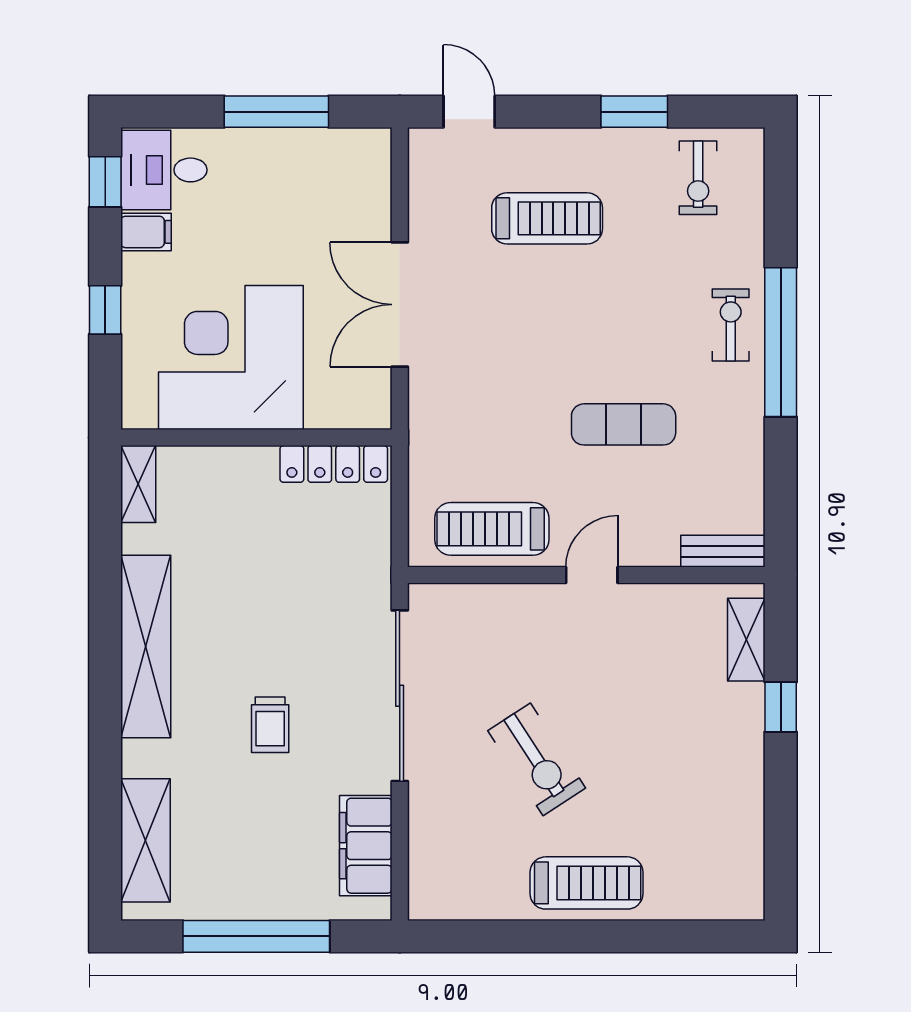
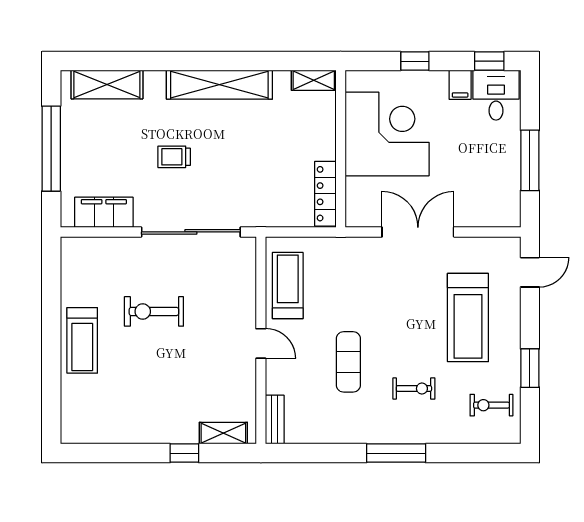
treadmill: (547, 218) -> (468, 318), width x1.37, depth x1.38
exercise bike: (731, 325) -> (414, 389), moved
window: (781, 342) -> (396, 453), width x0.68
exercise bike: (537, 759) -> (154, 311), turned 33

